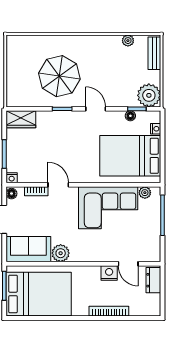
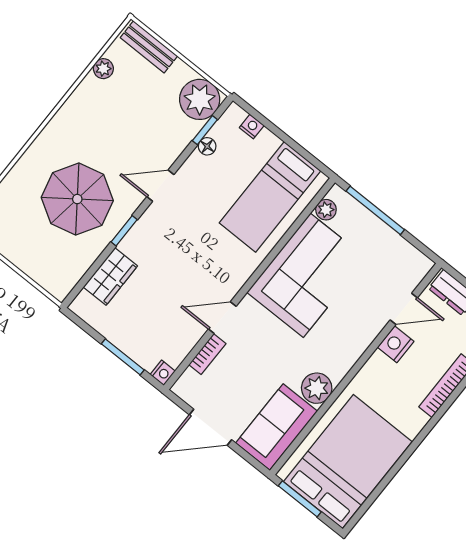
wardrobe: (21, 119) -> (110, 277), moved
bed: (130, 156) -> (270, 197), width x0.67
floor lamp: (12, 194) -> (184, 390), removed

